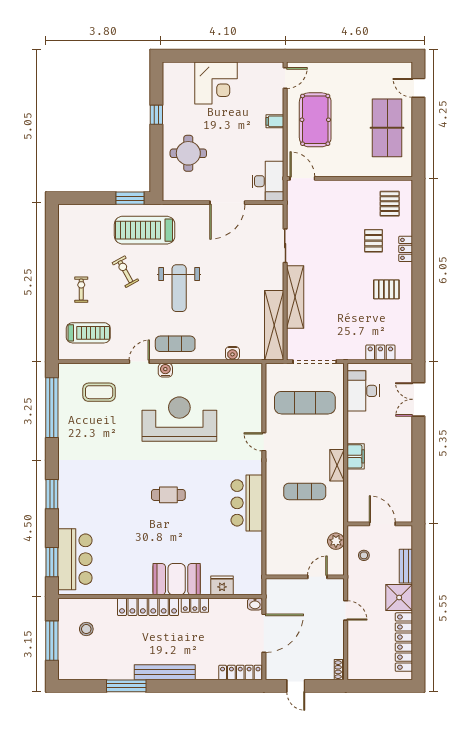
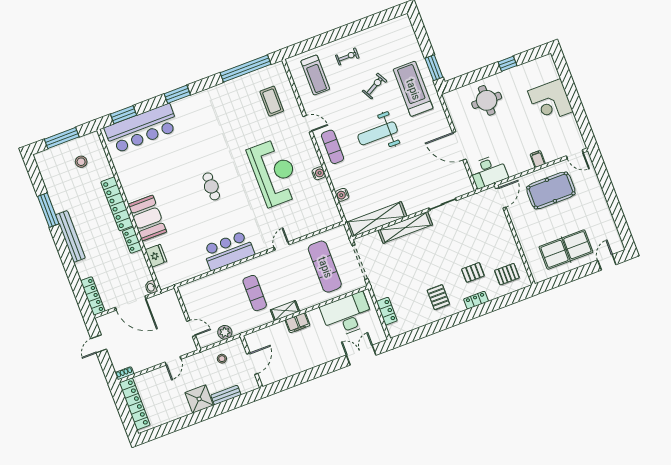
water cooler: (165, 370) -> (319, 173), moved
desk: (363, 391) -> (347, 315), width x1.36, depth x1.30
bar counter: (75, 559) -> (142, 129), width x1.36
locker: (404, 642) -> (135, 404), moved, turned 90

